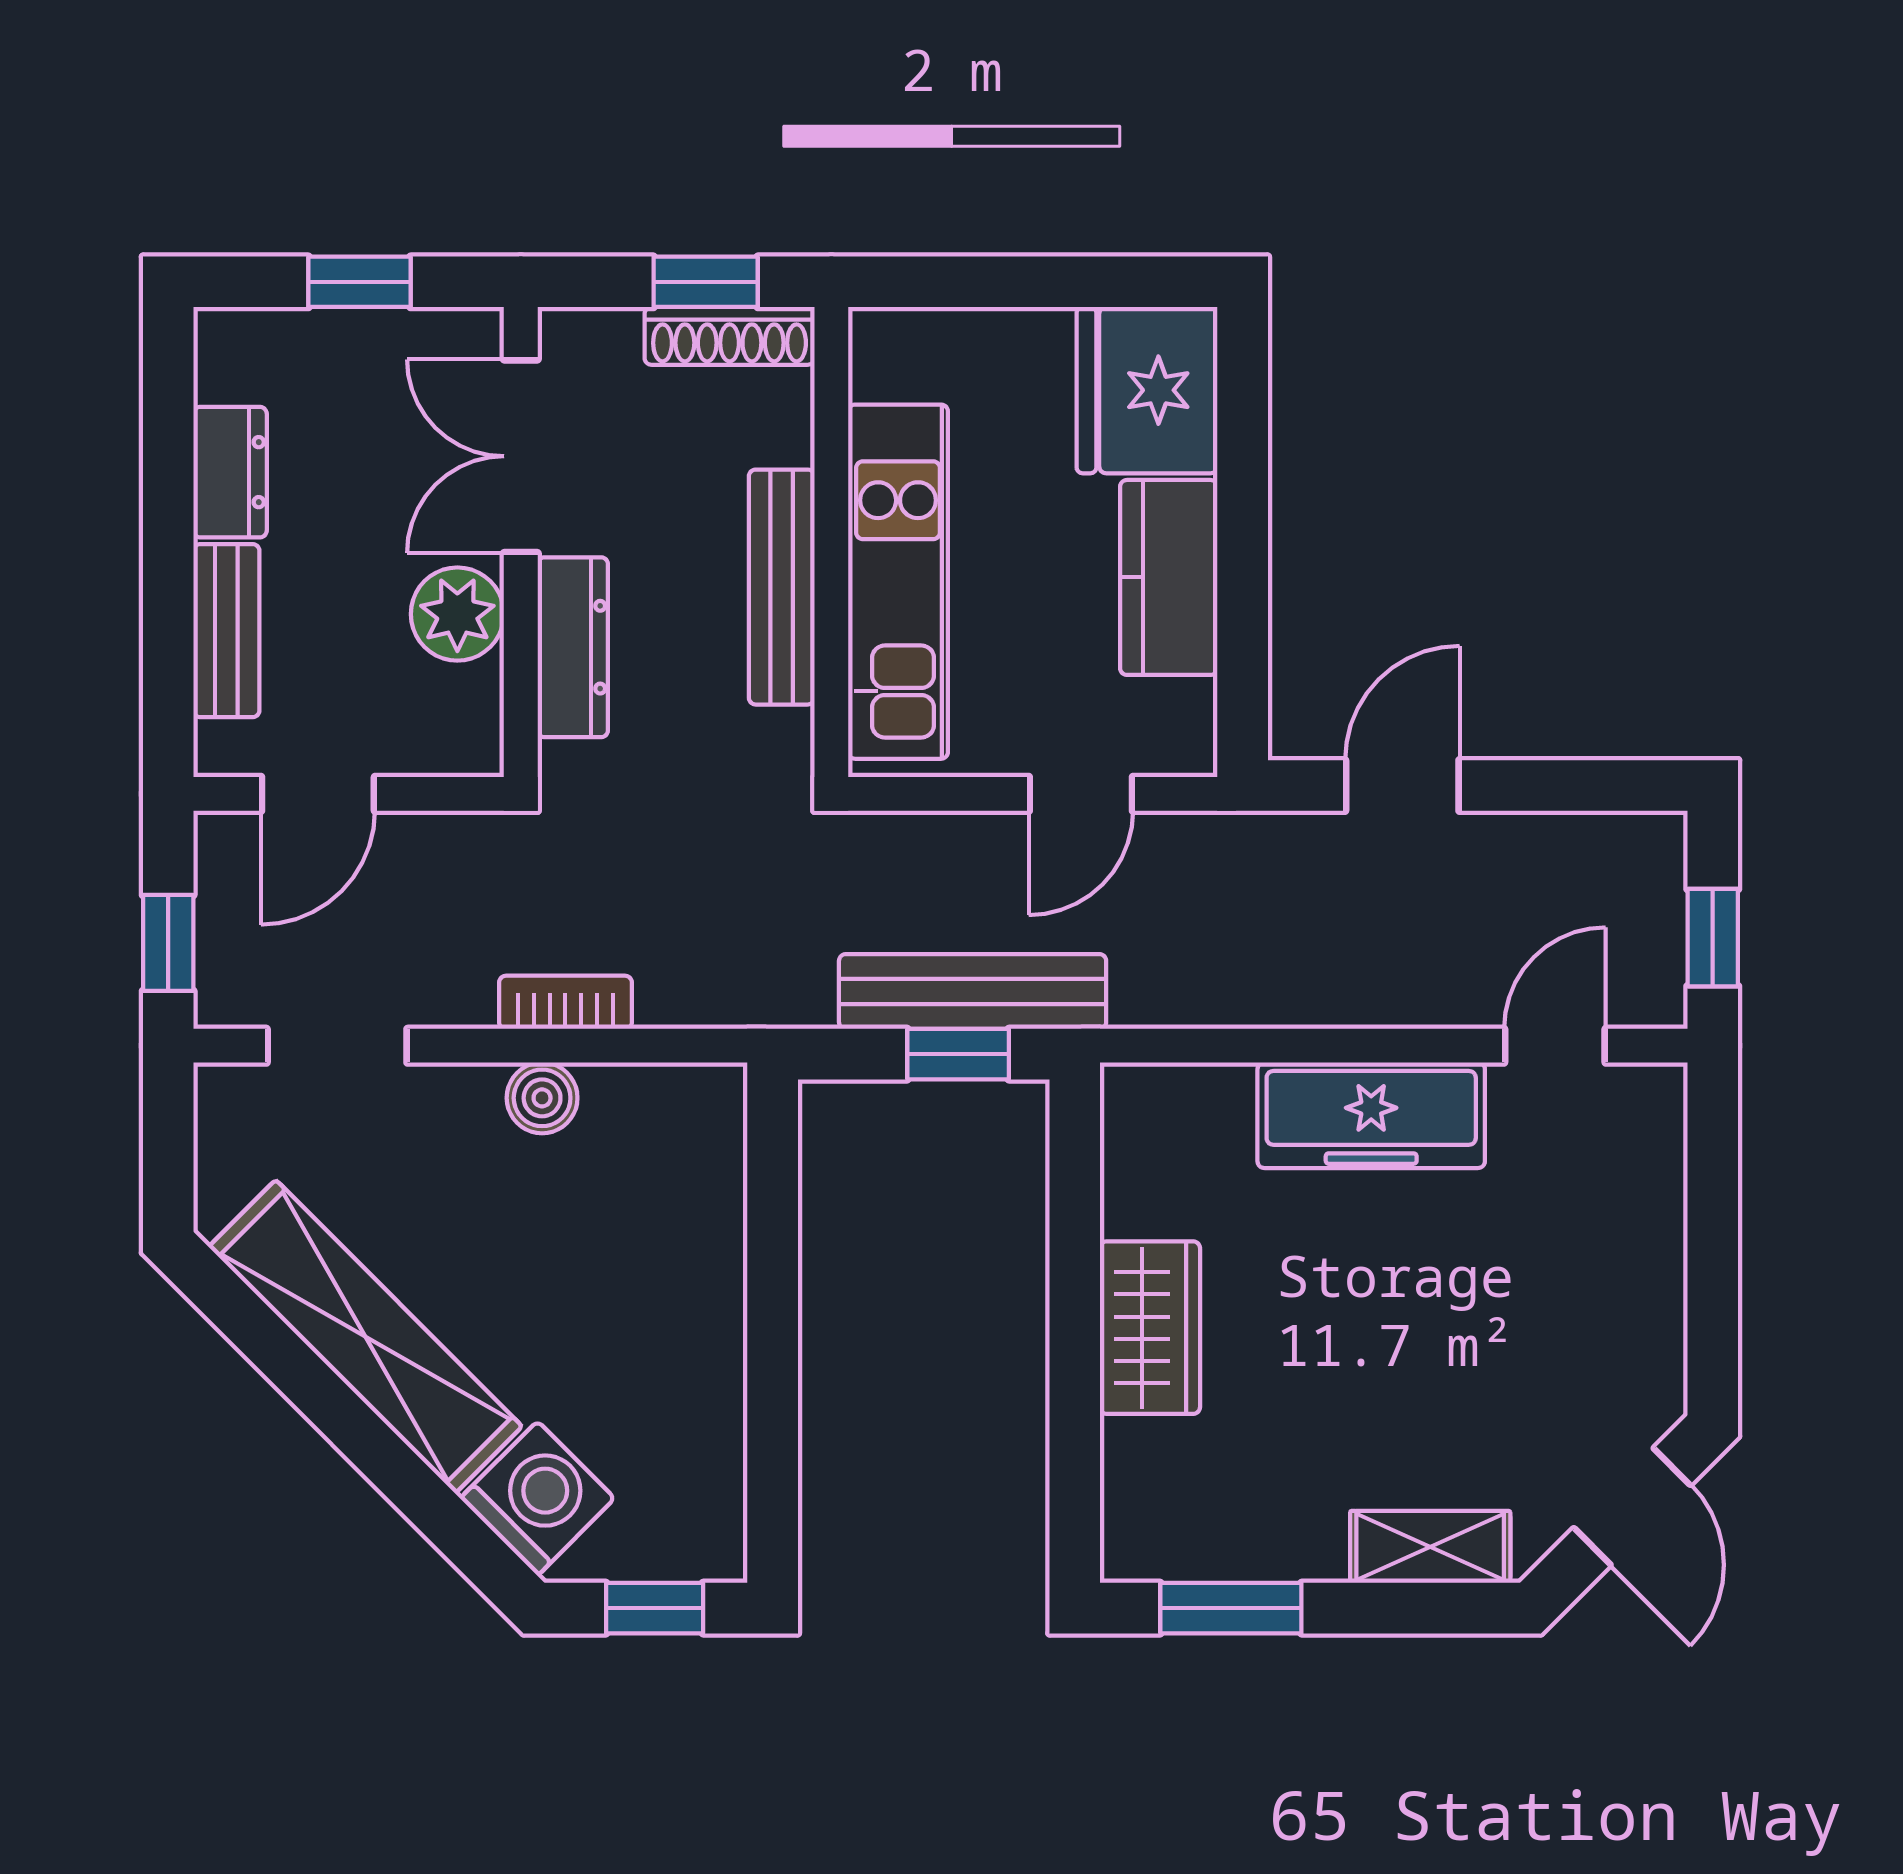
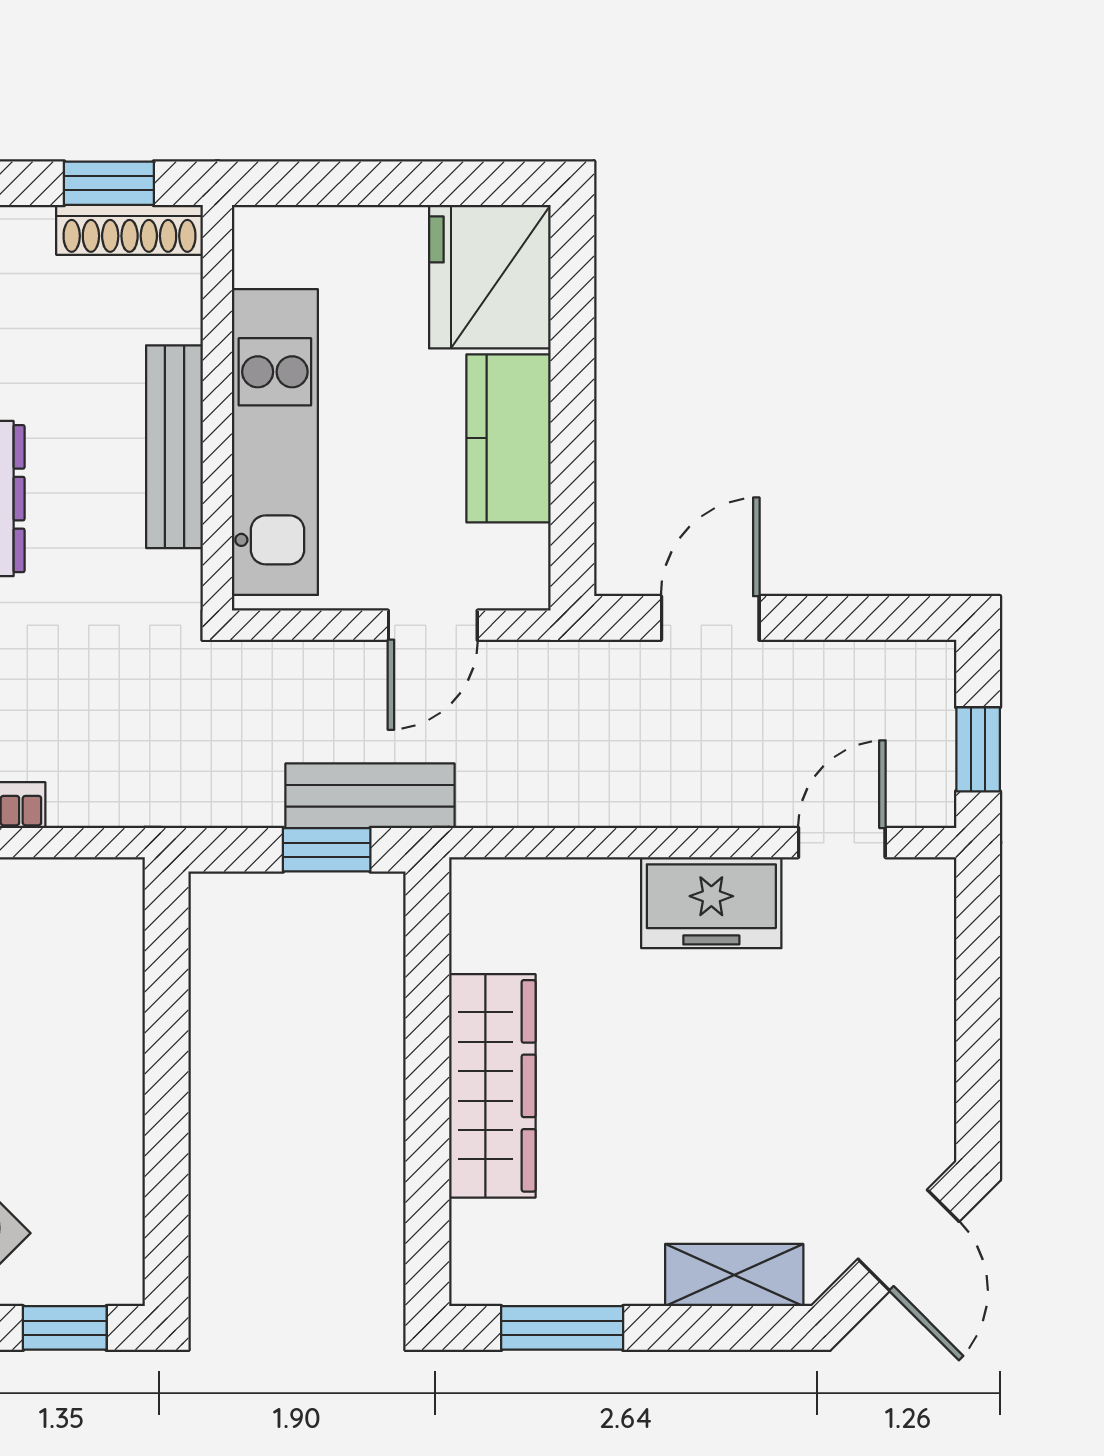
bench: (973, 991) -> (370, 796), width x0.73
freezer: (1371, 1115) -> (711, 903), width x0.71
wardrobe: (1150, 1328) -> (492, 1086), width x1.50

